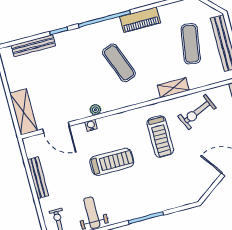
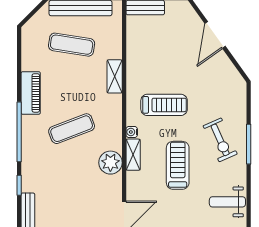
plant: (95, 110) -> (110, 163), width x1.87, depth x1.87
exercise bike: (197, 112) -> (220, 140), moved
shelving: (111, 121) -> (133, 155), added
water cooler: (91, 125) -> (132, 132), moved

